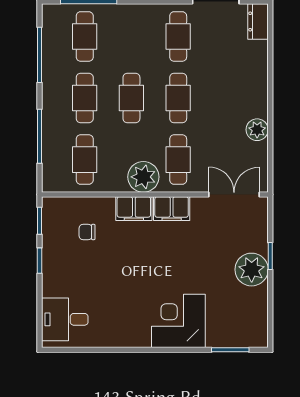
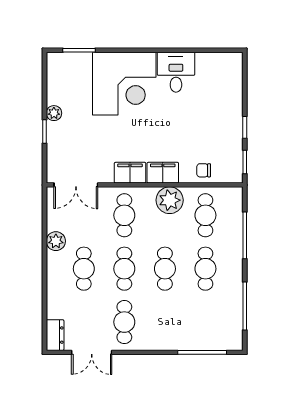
cafe table: (85, 36) -> (84, 269), moved
plant: (143, 177) -> (170, 200), moved
chair: (87, 232) -> (204, 170), moved, turned 180
plant: (252, 270) -> (54, 113), width x0.53, depth x0.53
desk: (65, 319) -> (176, 72), moved, turned -90
corner desk: (178, 321) -> (124, 84), width x1.36, depth x1.36

